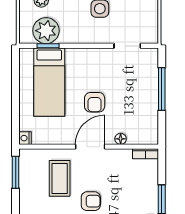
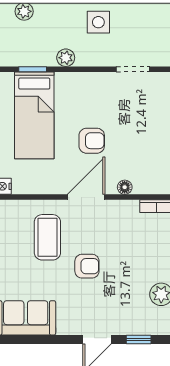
plant: (46, 31) -> (66, 58), moved, width x0.53, depth x0.53
armchair: (95, 102) -> (92, 141), turned -90

